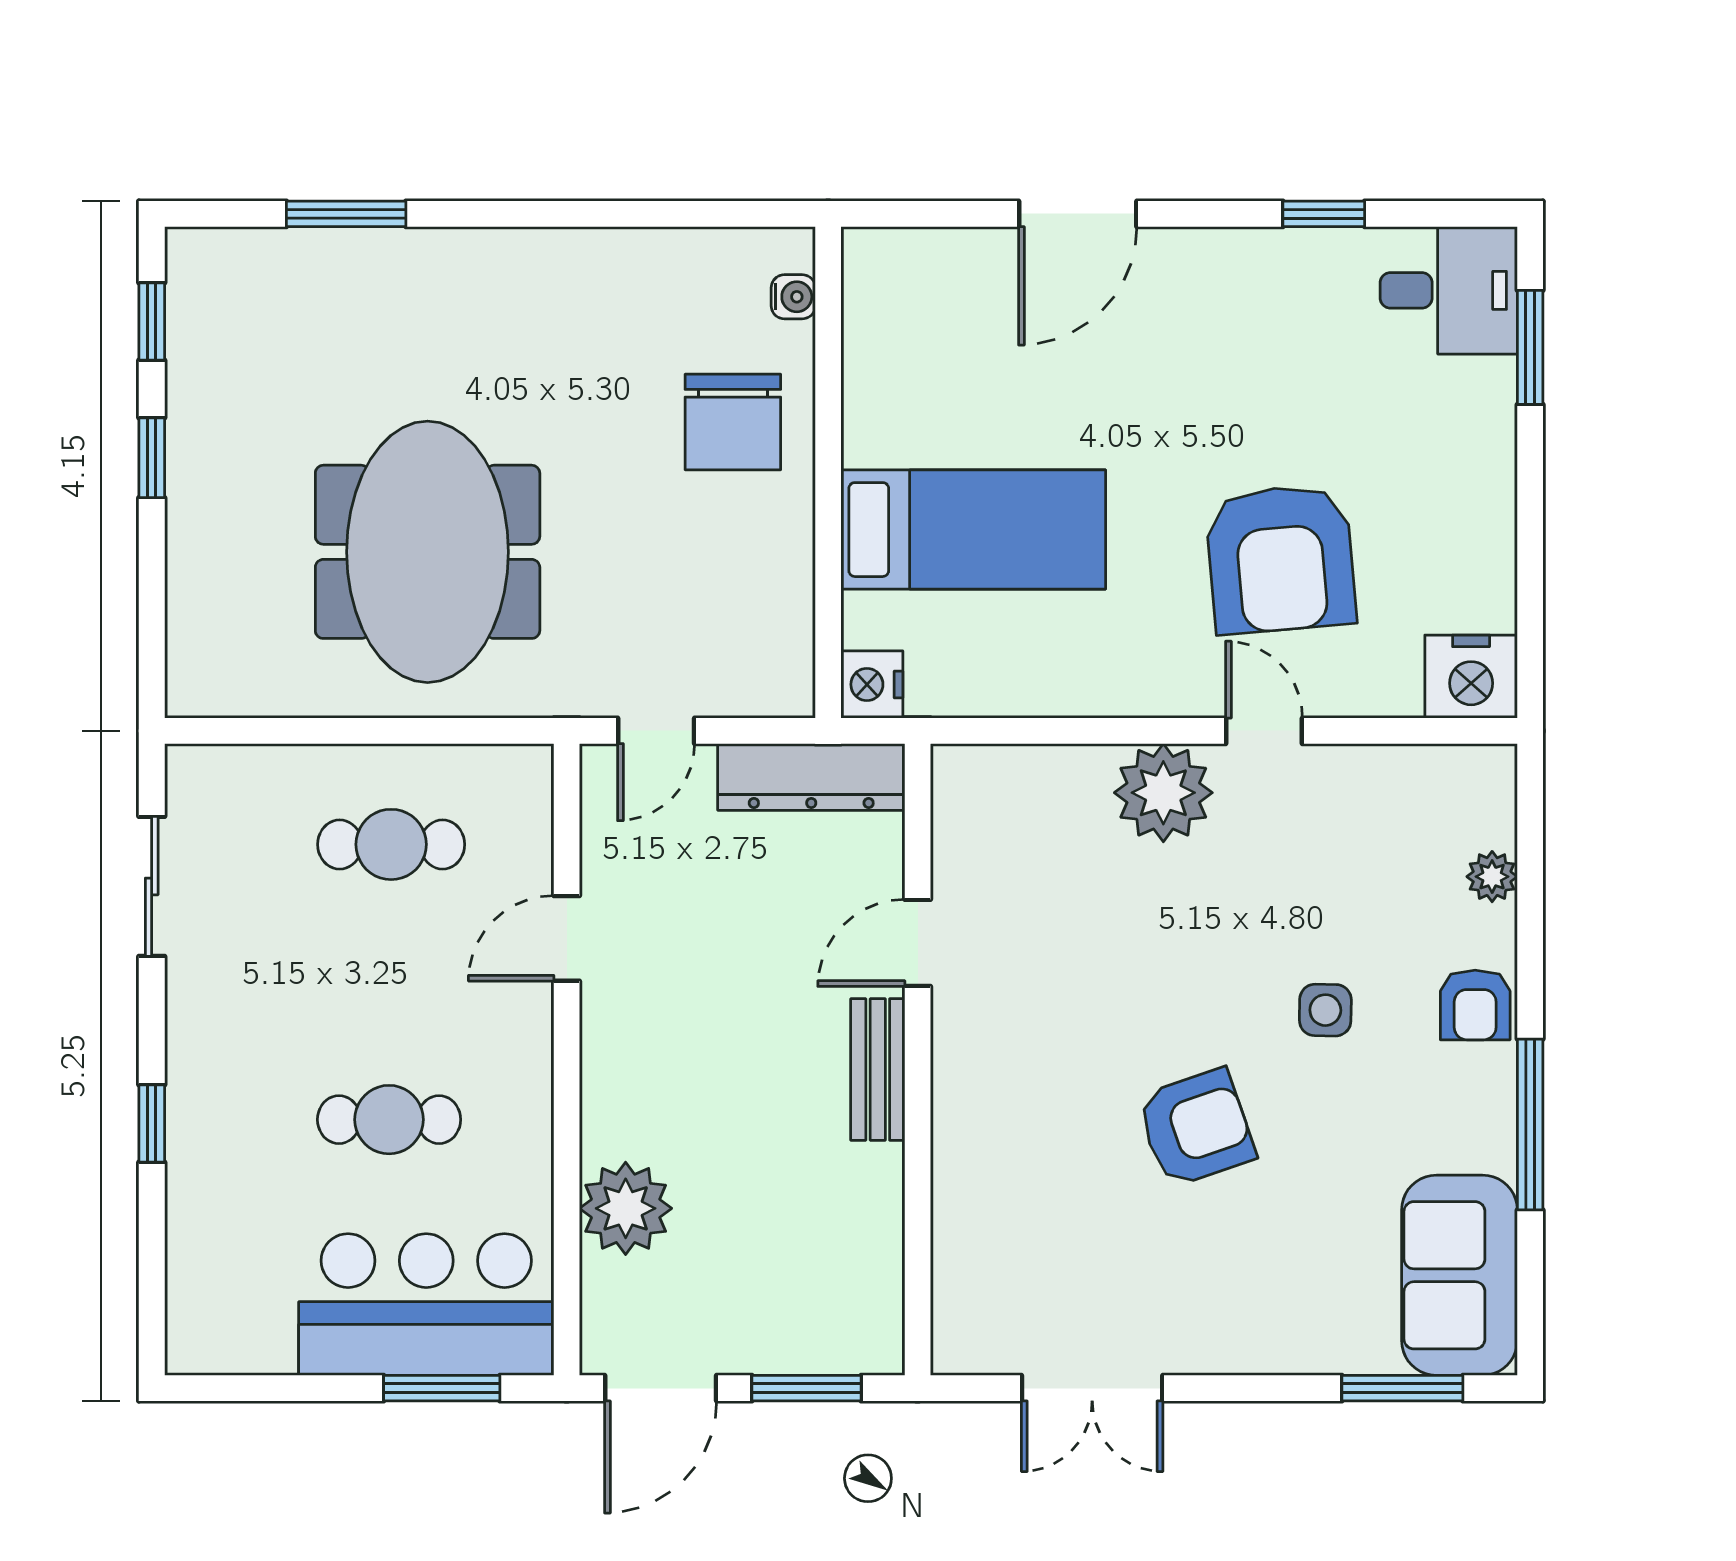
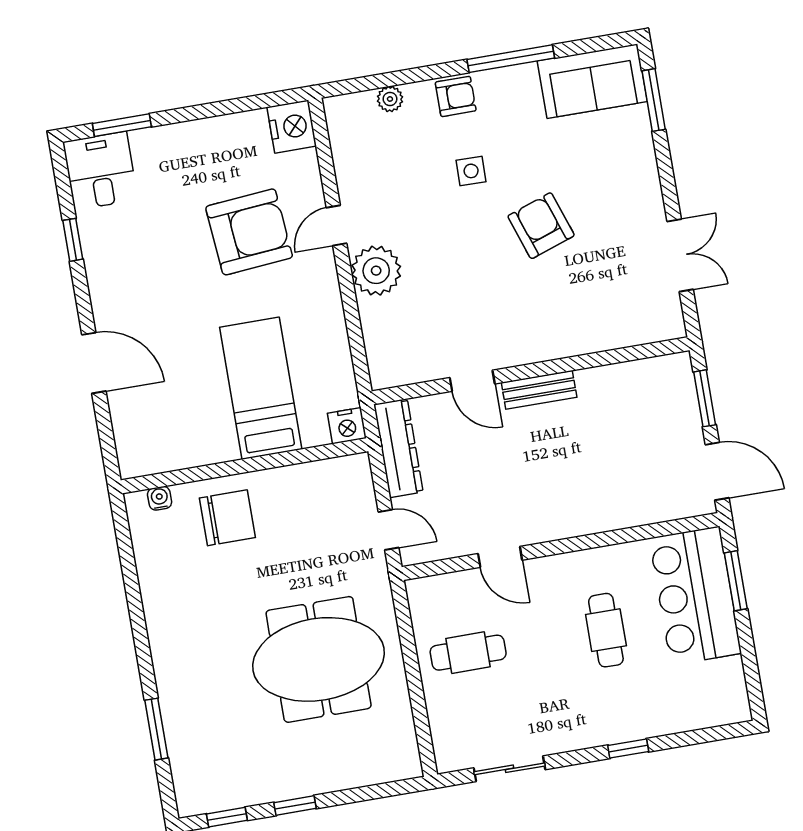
cafe table: (391, 844) -> (468, 653), turned 90
plant: (626, 1208) -> (630, 504), removed

